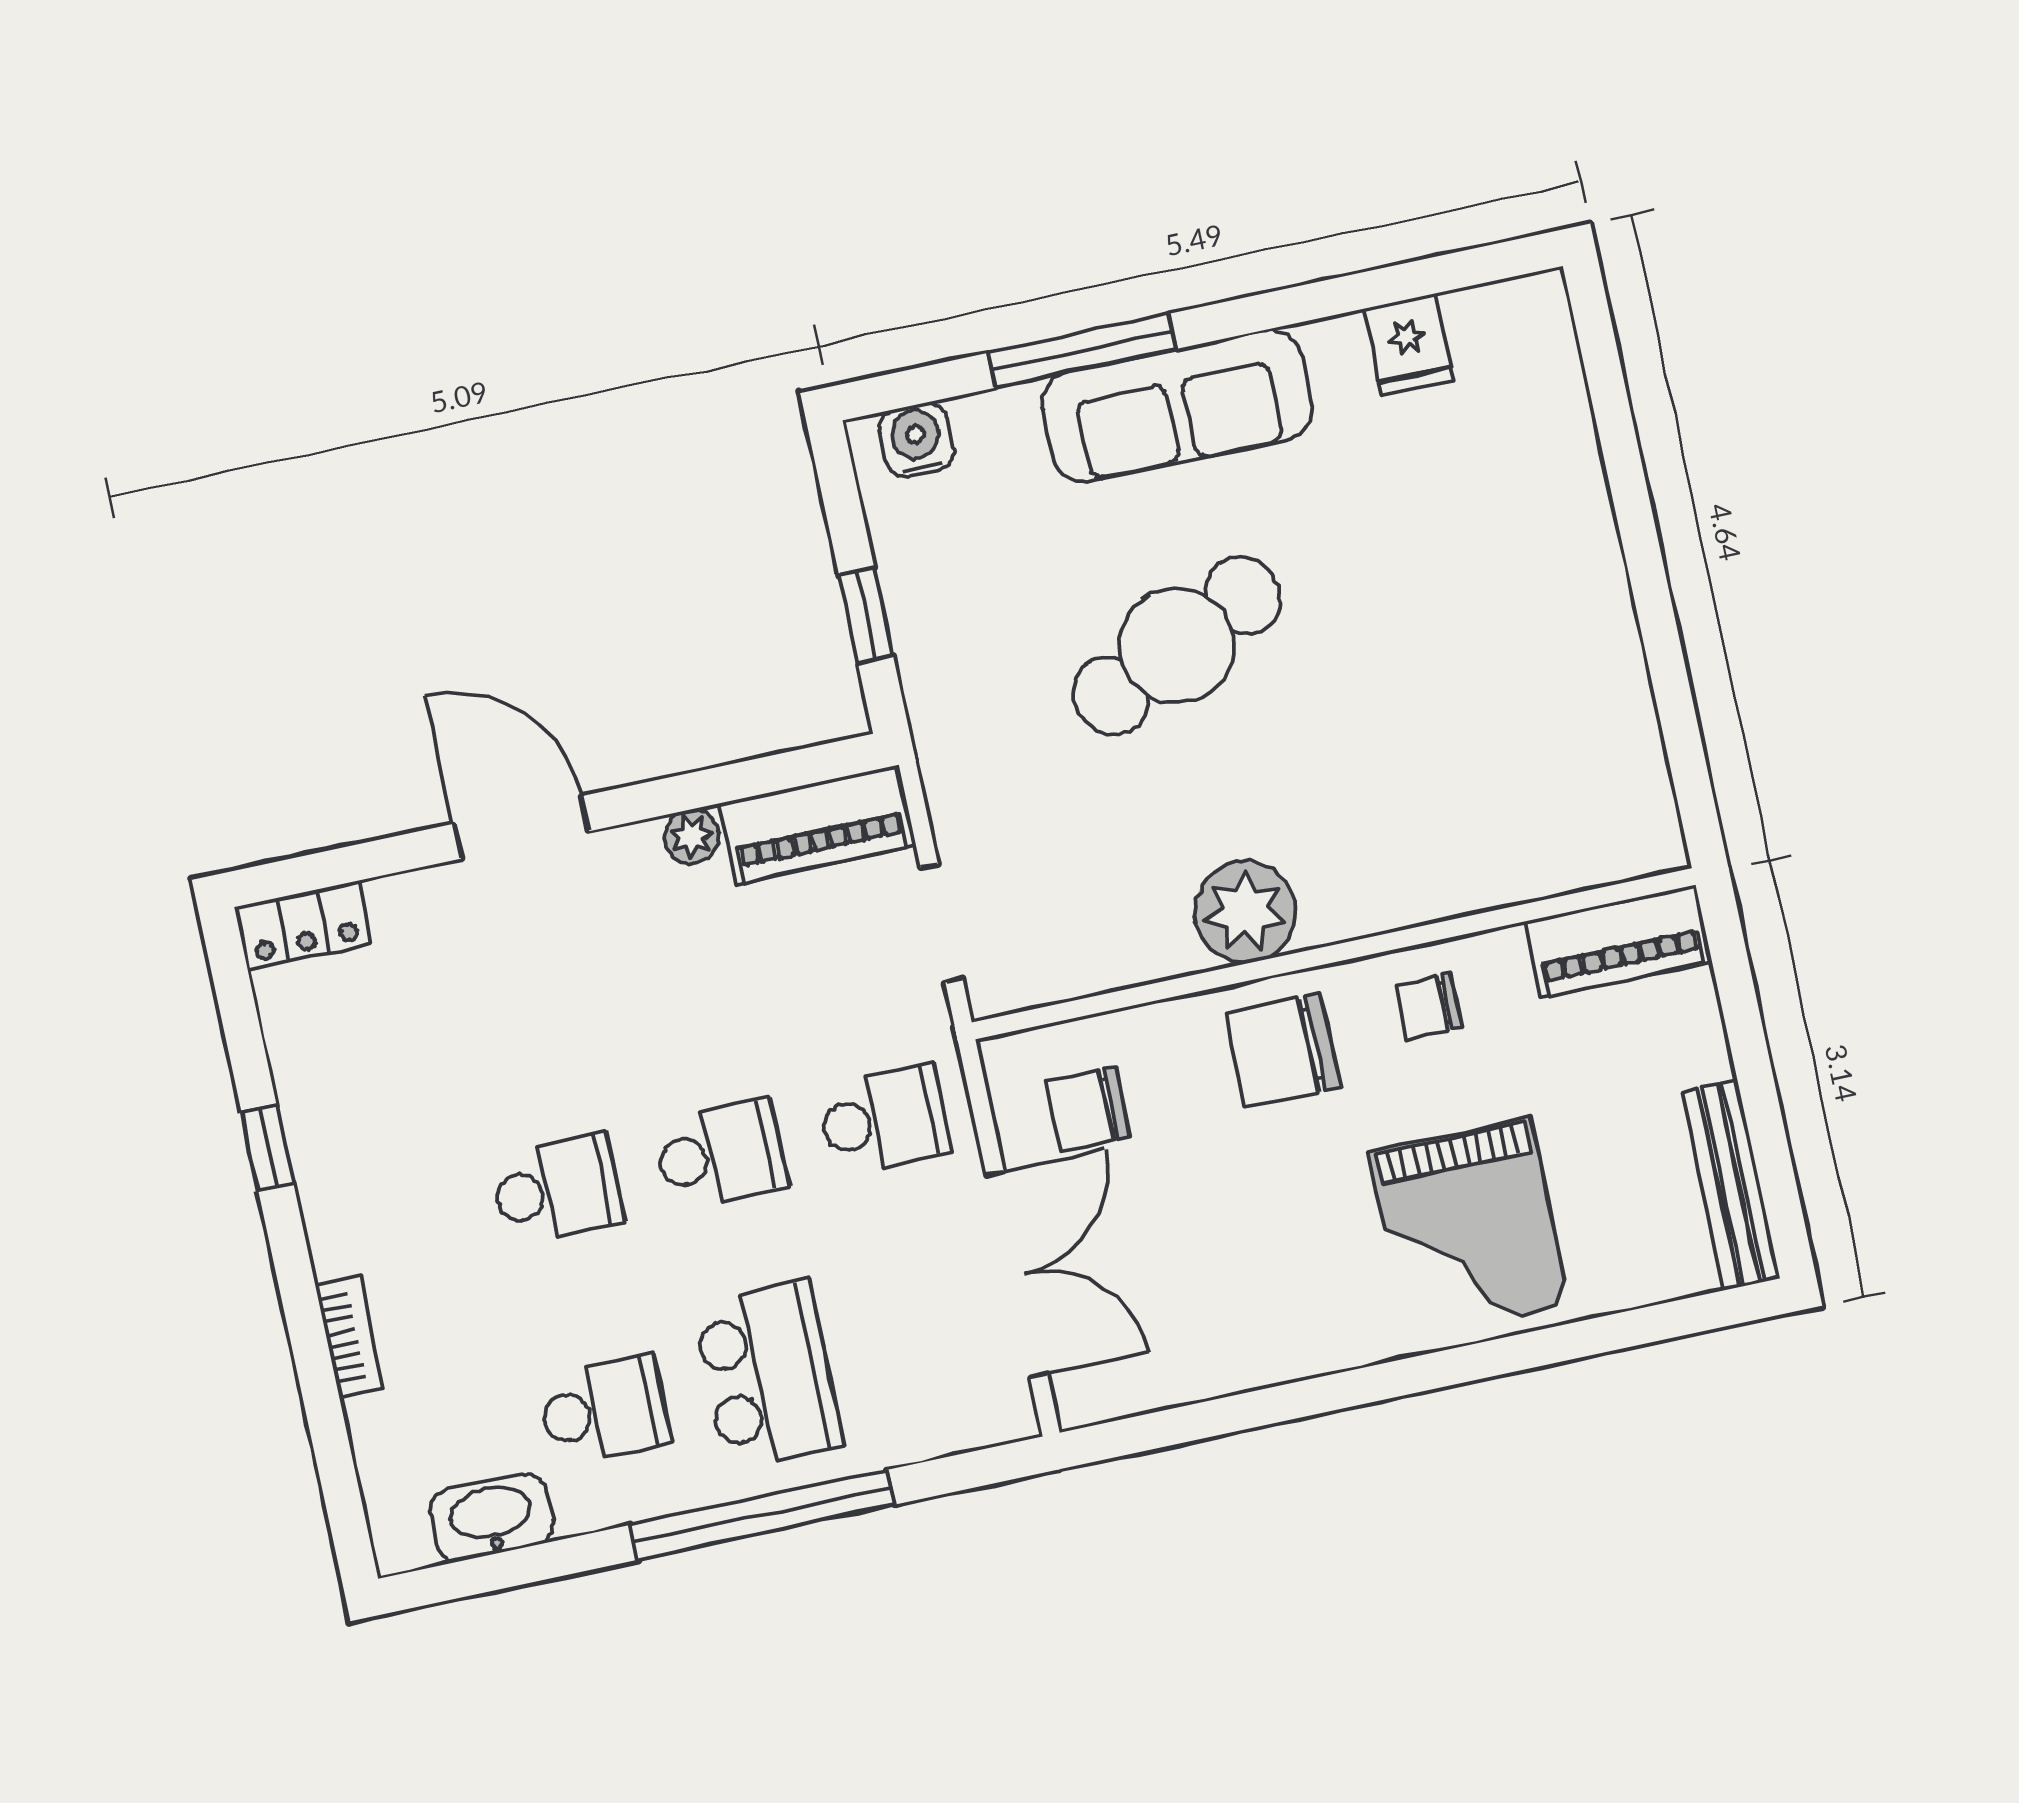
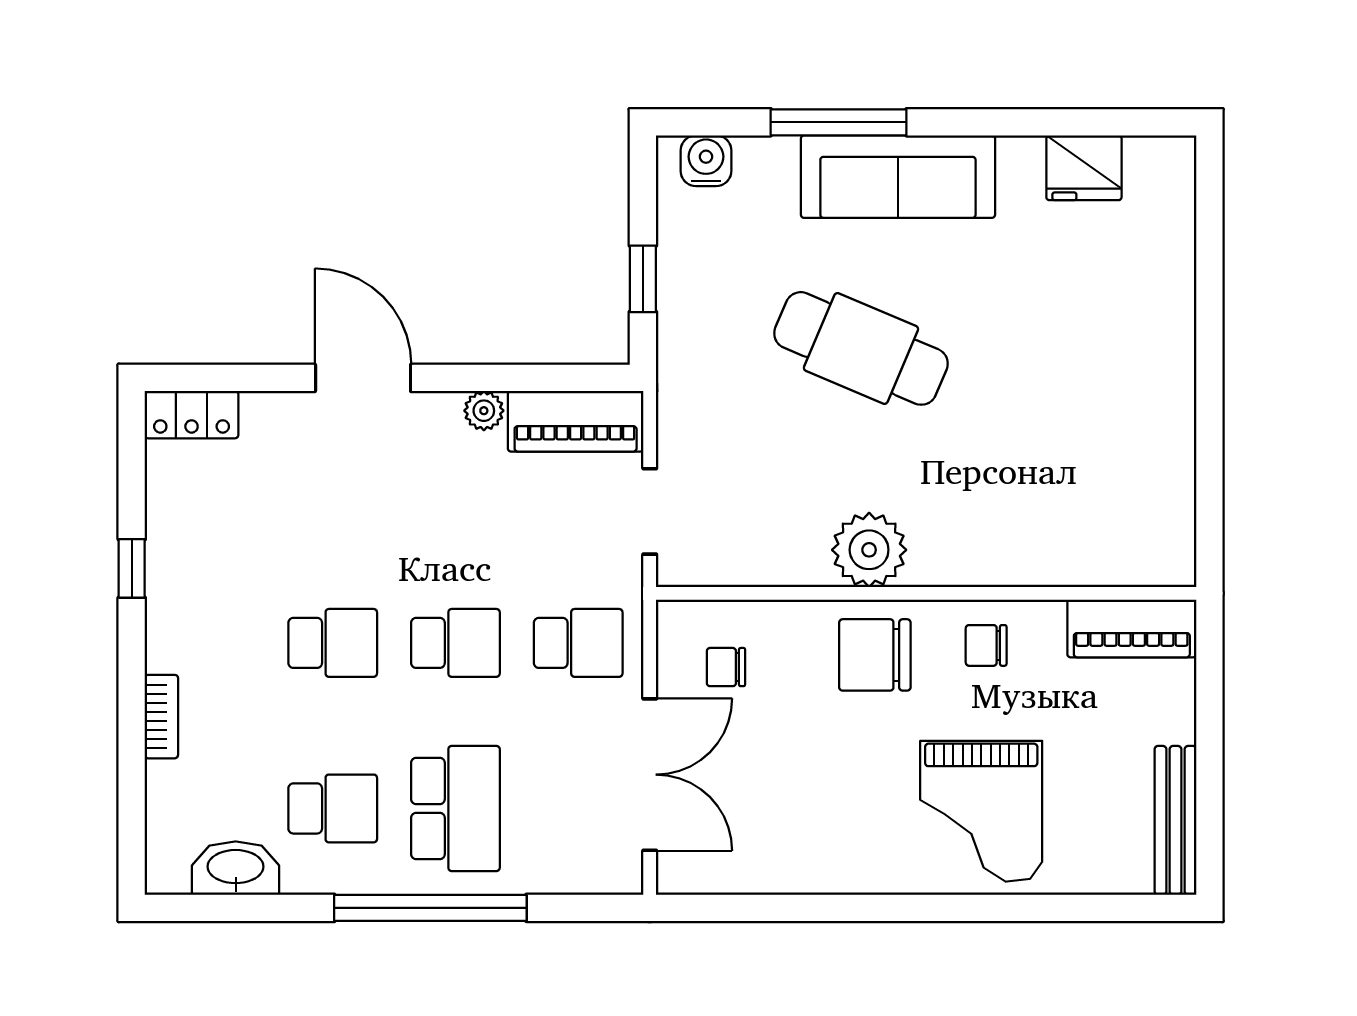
fridge: (1408, 344) -> (1084, 168), width x1.38
cafe table: (1177, 646) -> (861, 348), turned 48
chair: (1088, 1109) -> (726, 667), width x0.73, depth x0.73

